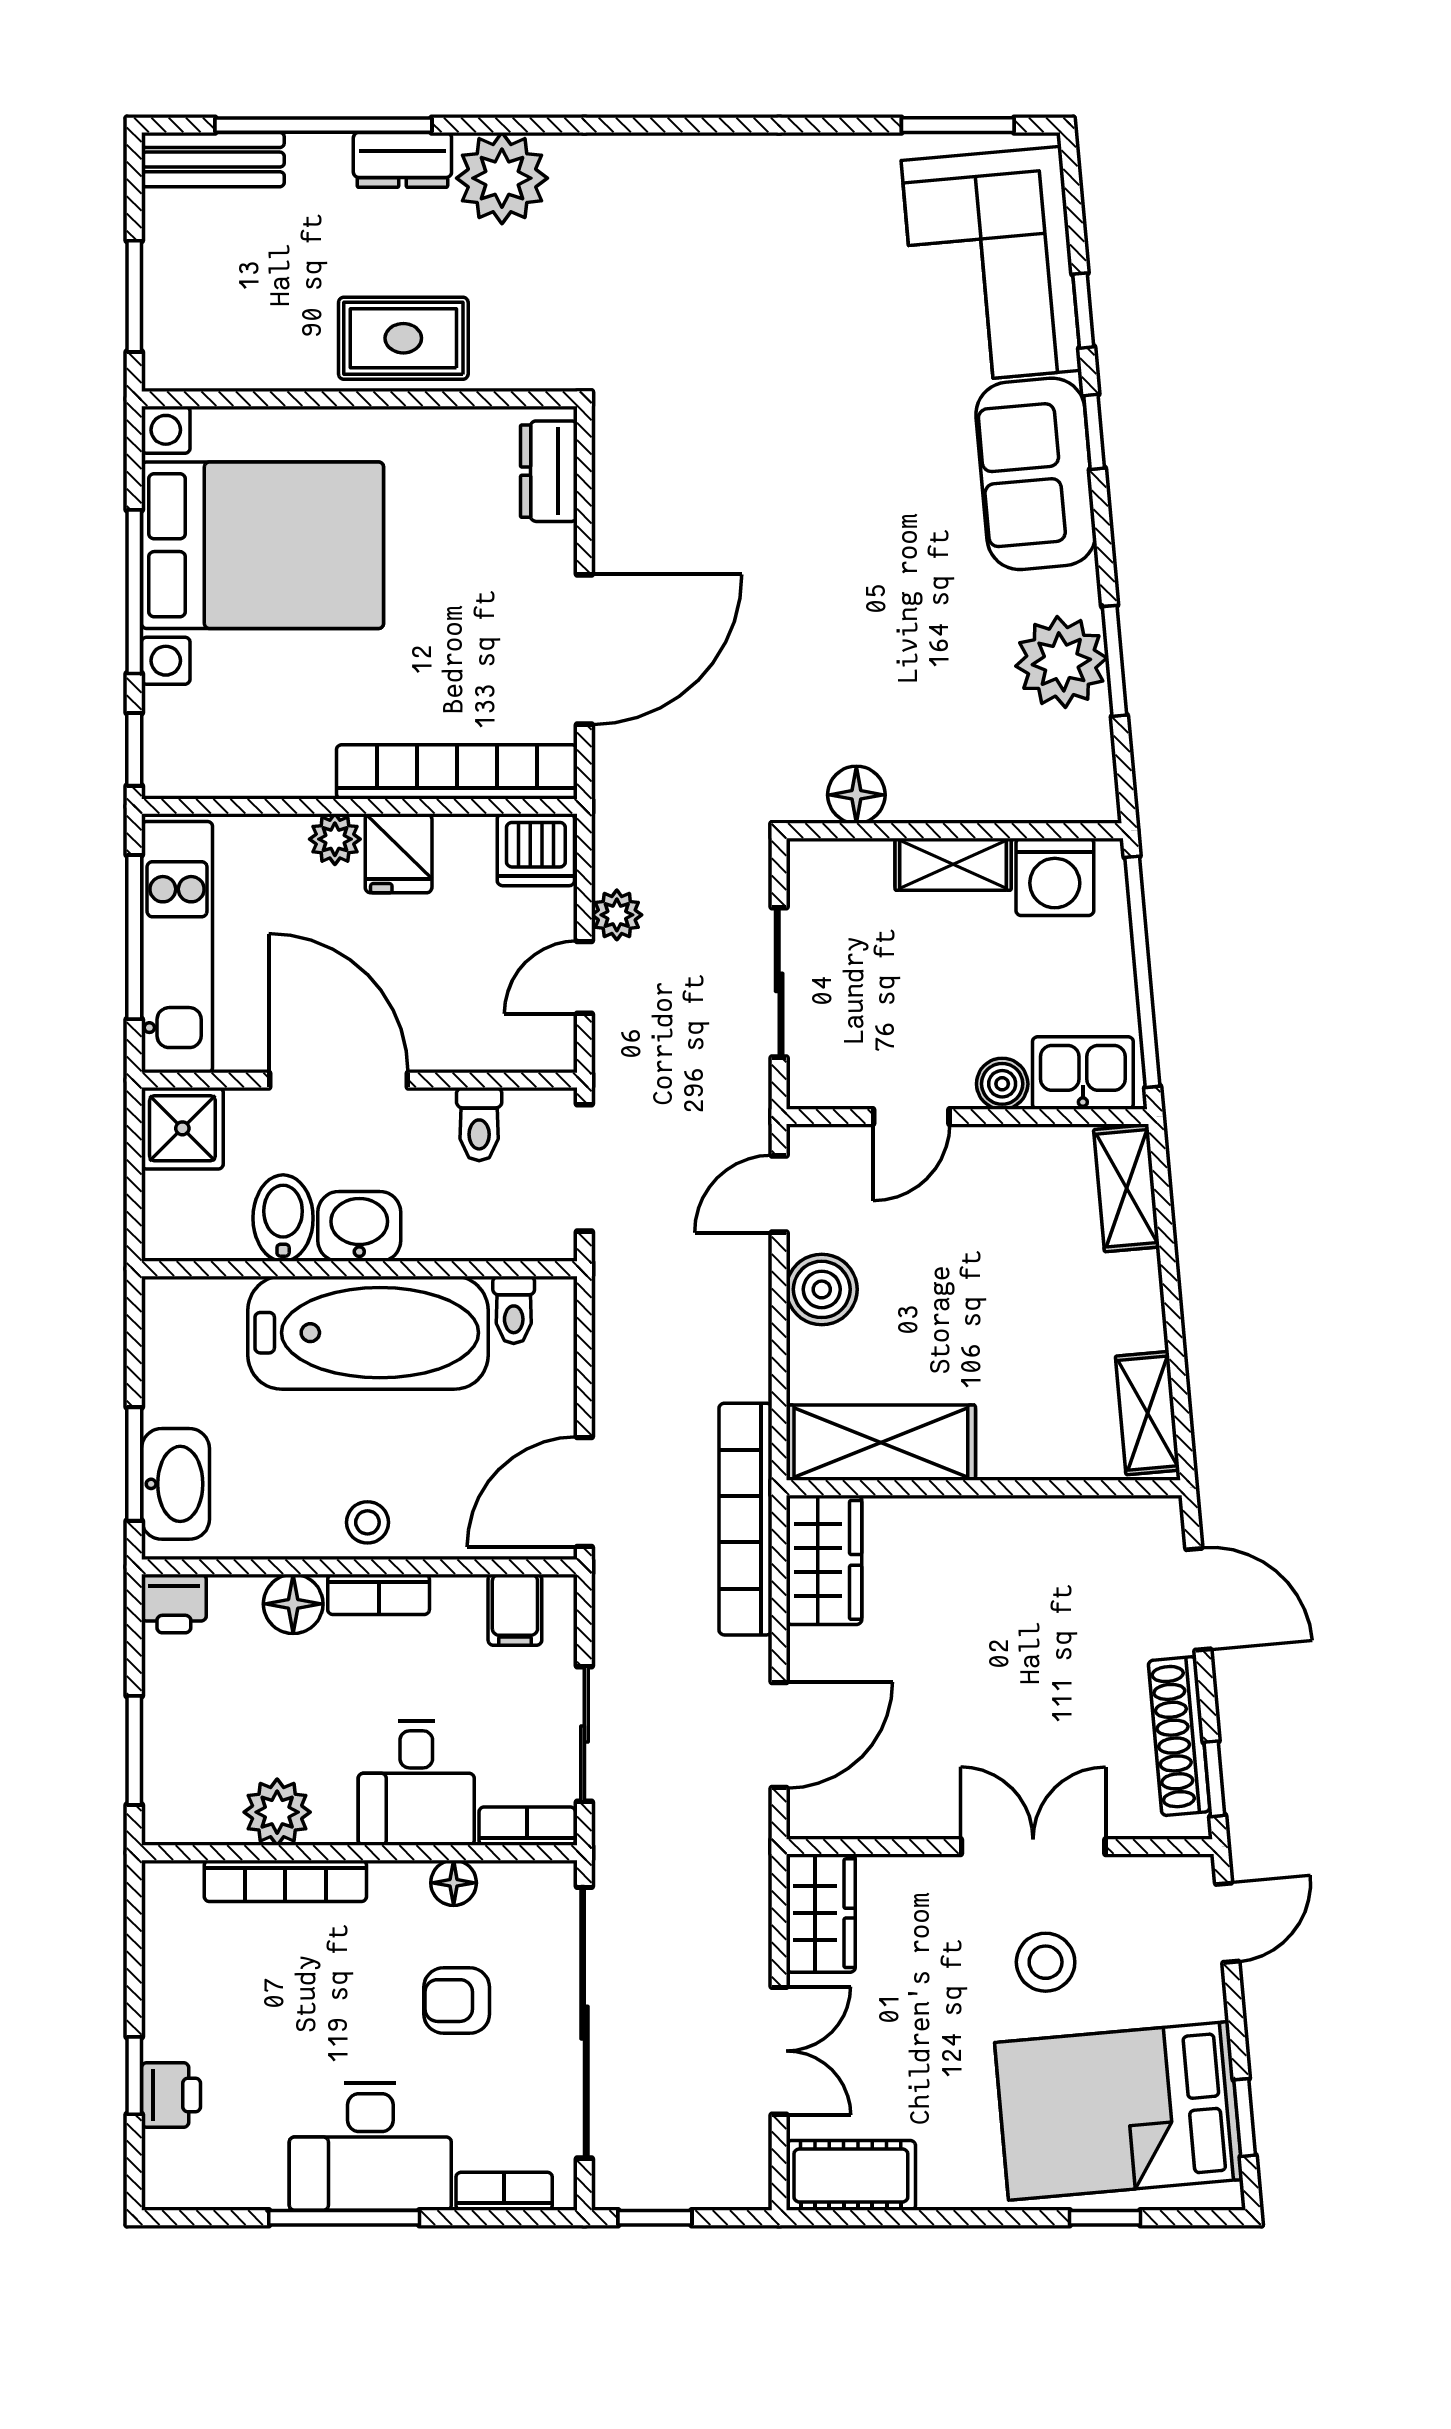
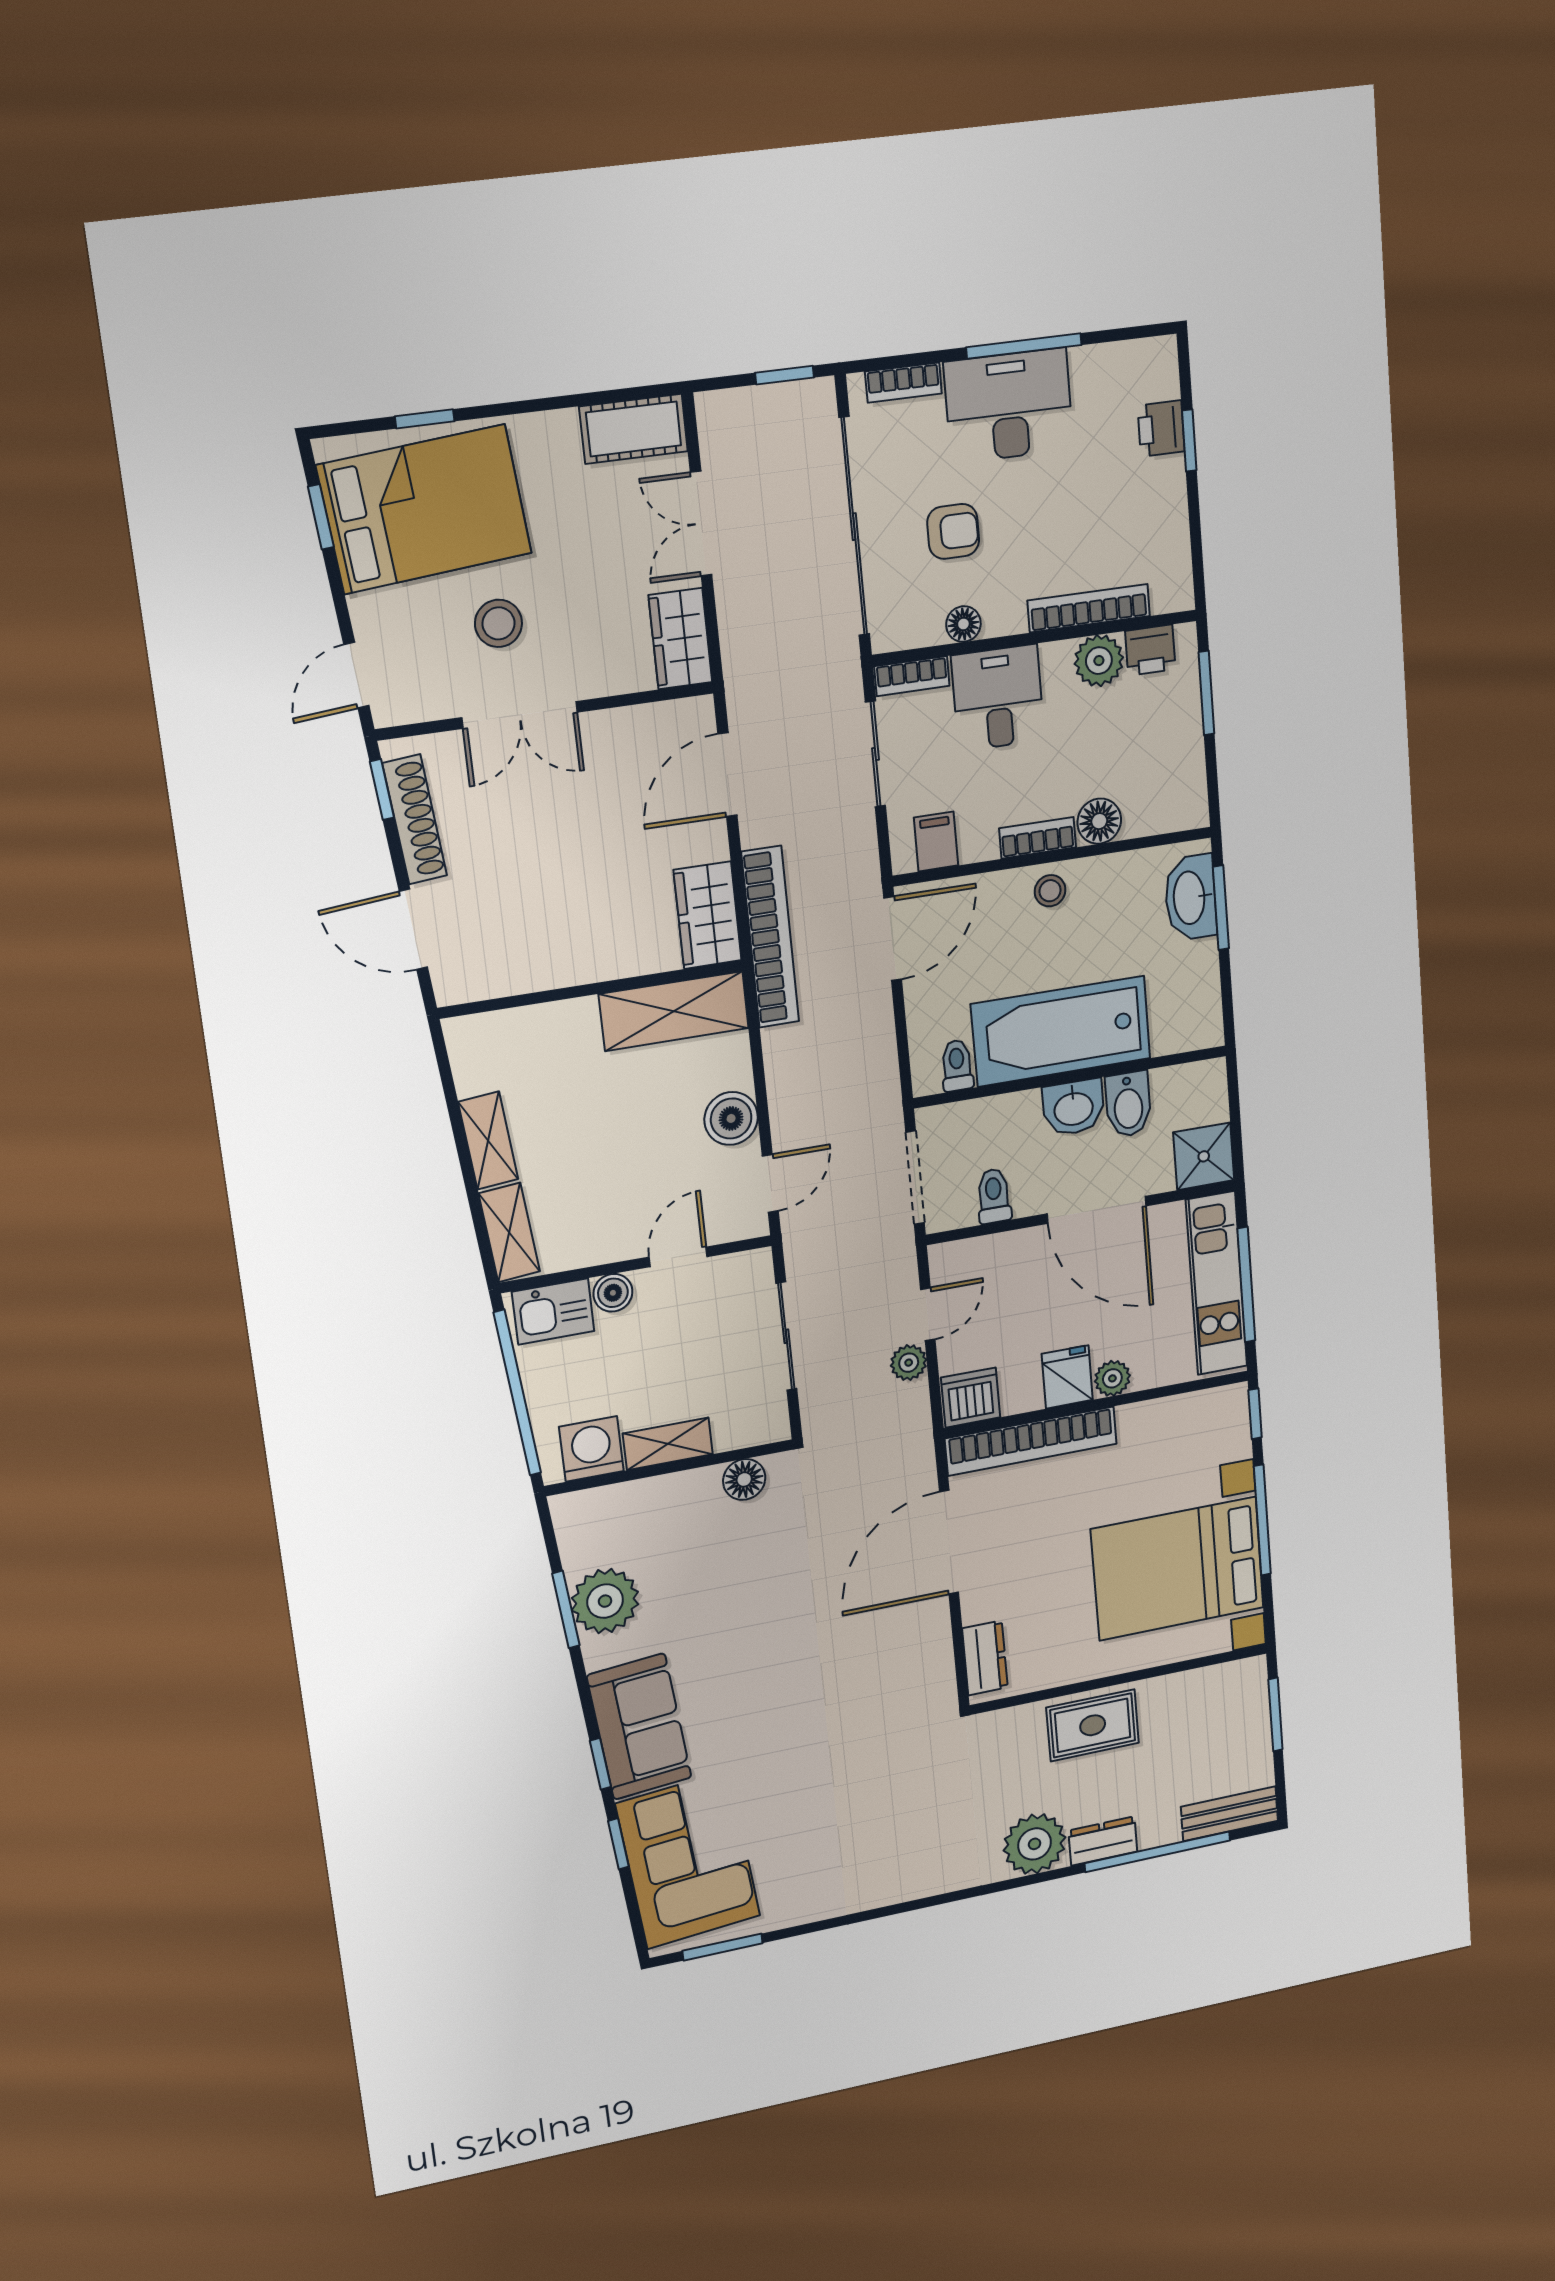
shelving: (1147, 1413) -> (488, 1141), moved
printer: (174, 1603) -> (1150, 650), moved, turned 180

